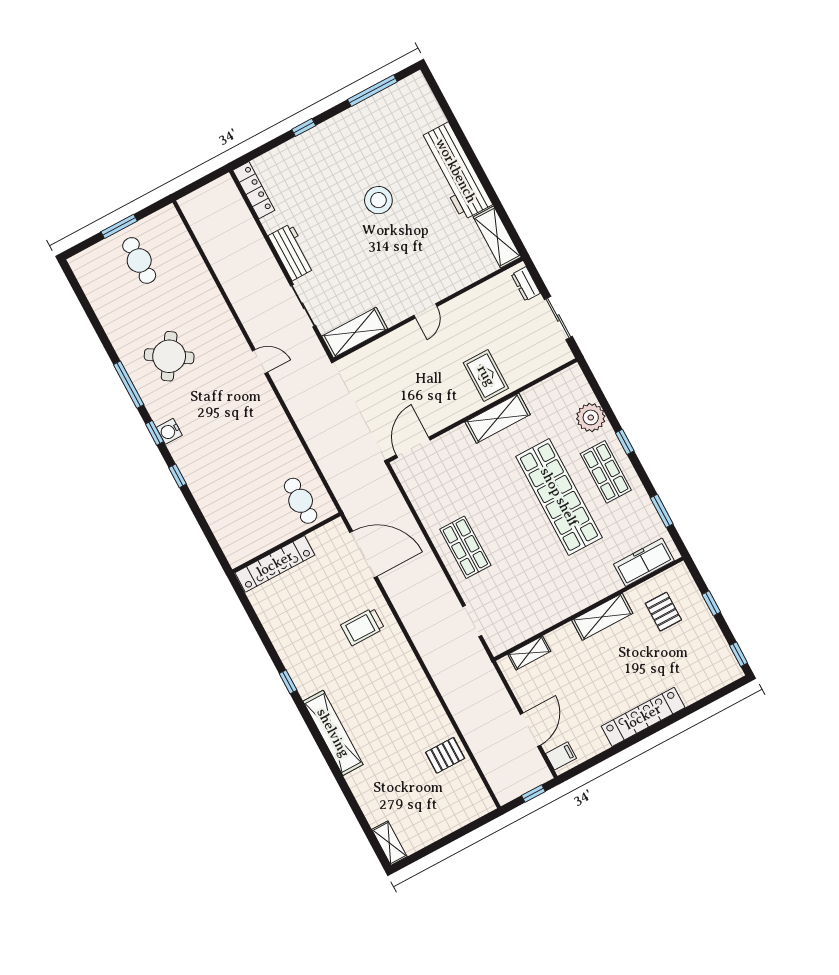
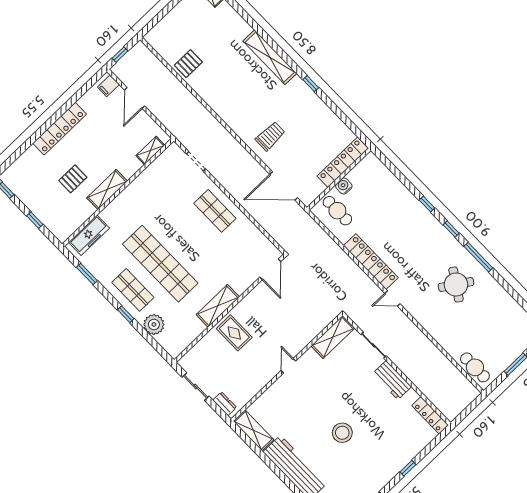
cafe table: (139, 260) -> (475, 367), moved
locker: (275, 419) -> (371, 262), added
water cooler: (169, 431) -> (344, 186), moved, turned -90
pallet: (663, 612) -> (73, 179), moved, turned 90

